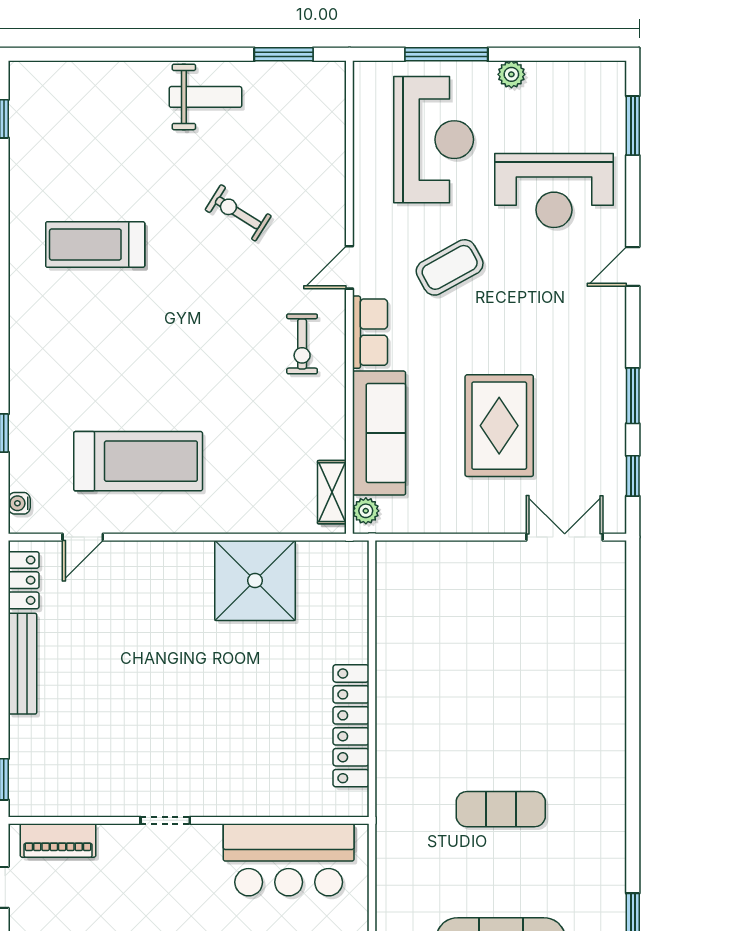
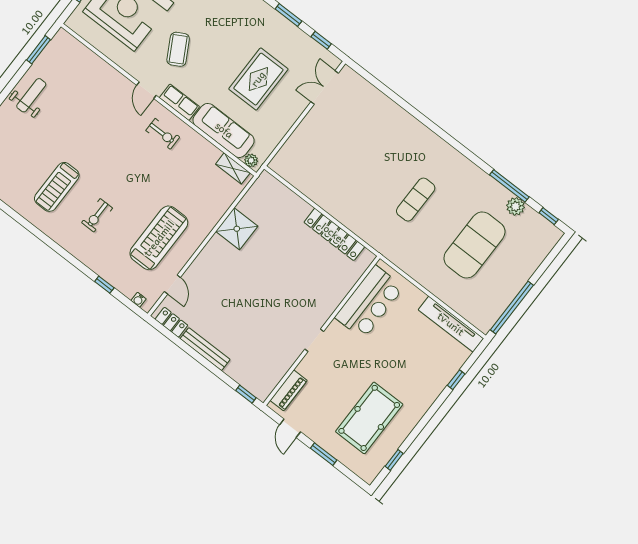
exercise bike: (238, 213) -> (97, 215), moved, turned -32
rug: (499, 426) -> (258, 79), turned 90
shower: (255, 581) -> (237, 229), width x0.73, depth x0.73

